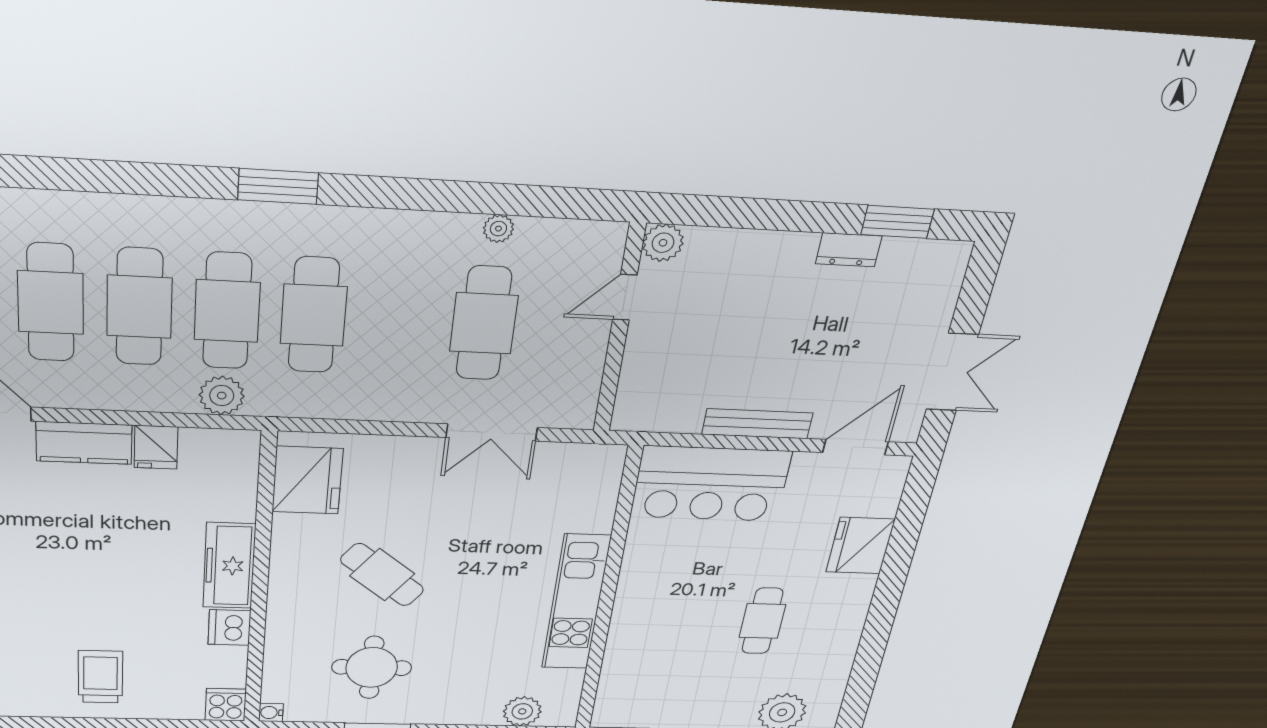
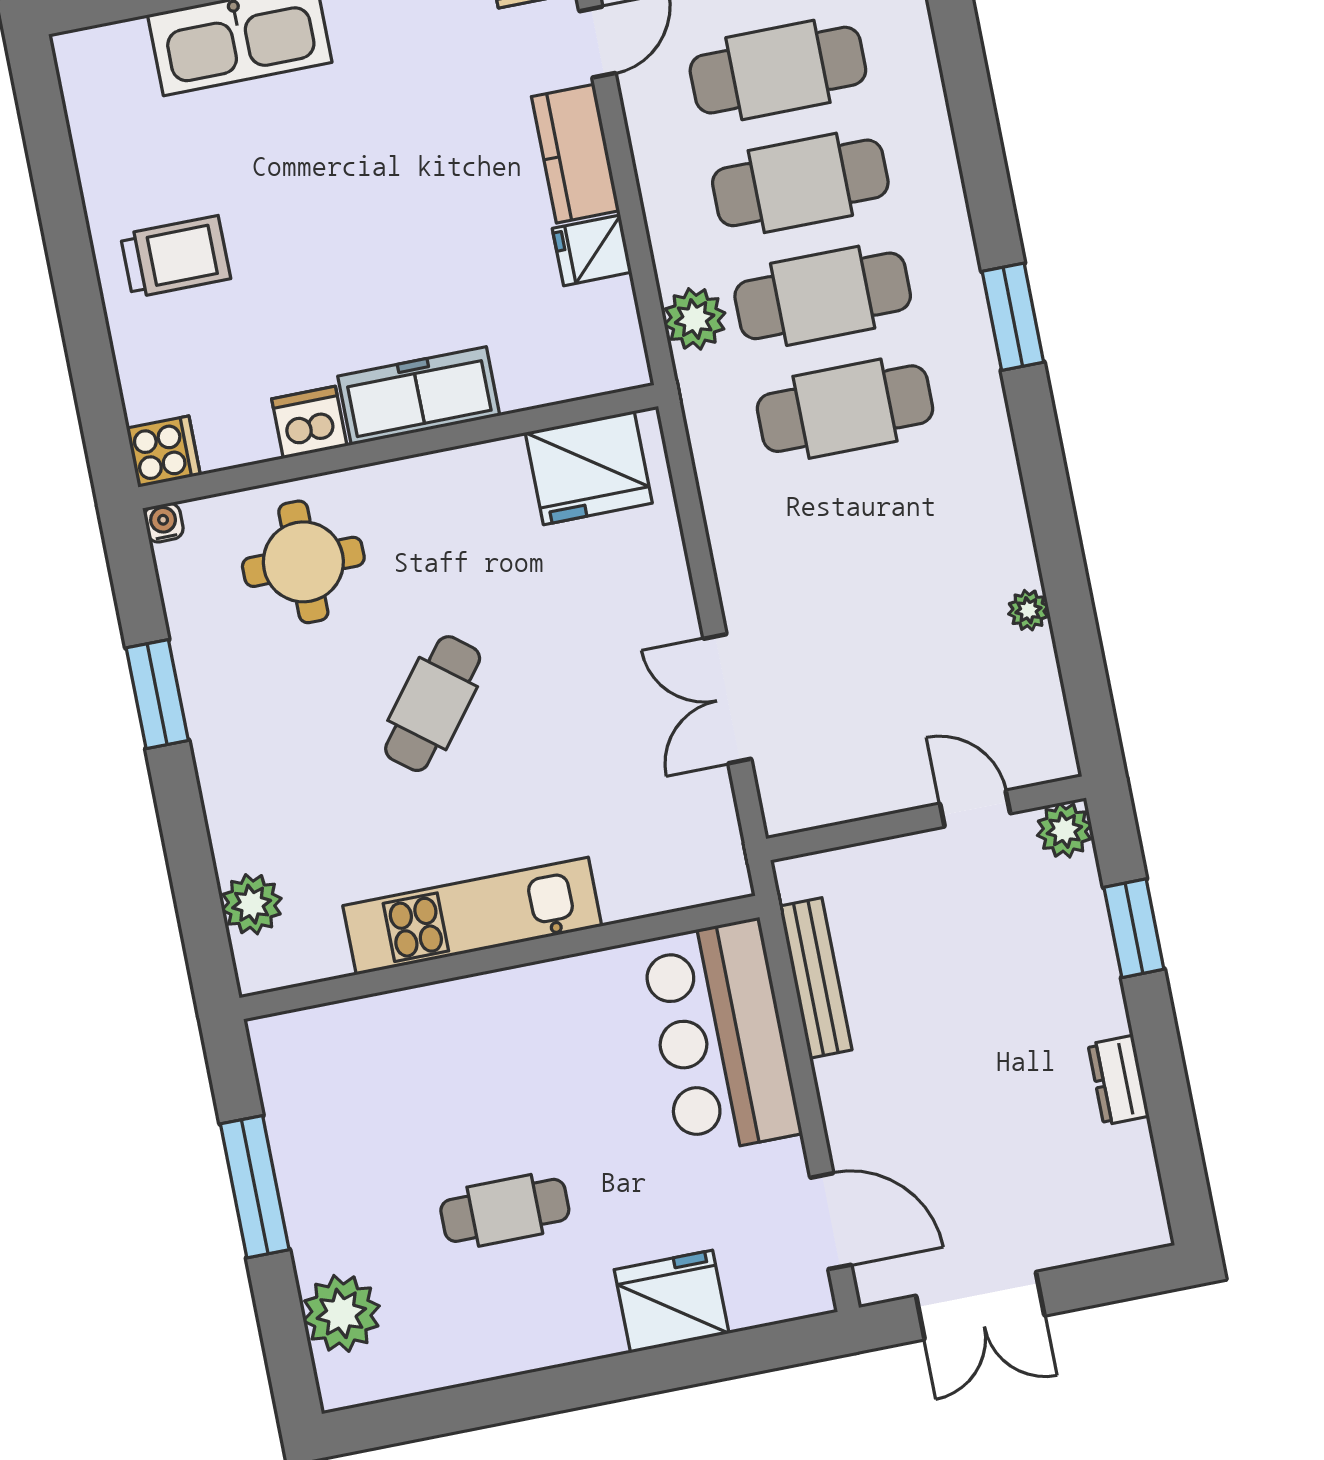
window: (897, 222) -> (1134, 928), moved
cafe table: (484, 323) -> (890, 634), removed
bench: (757, 424) -> (816, 978), moved
cafe table: (382, 575) -> (433, 704), moved
round table: (372, 667) -> (303, 562), moved

